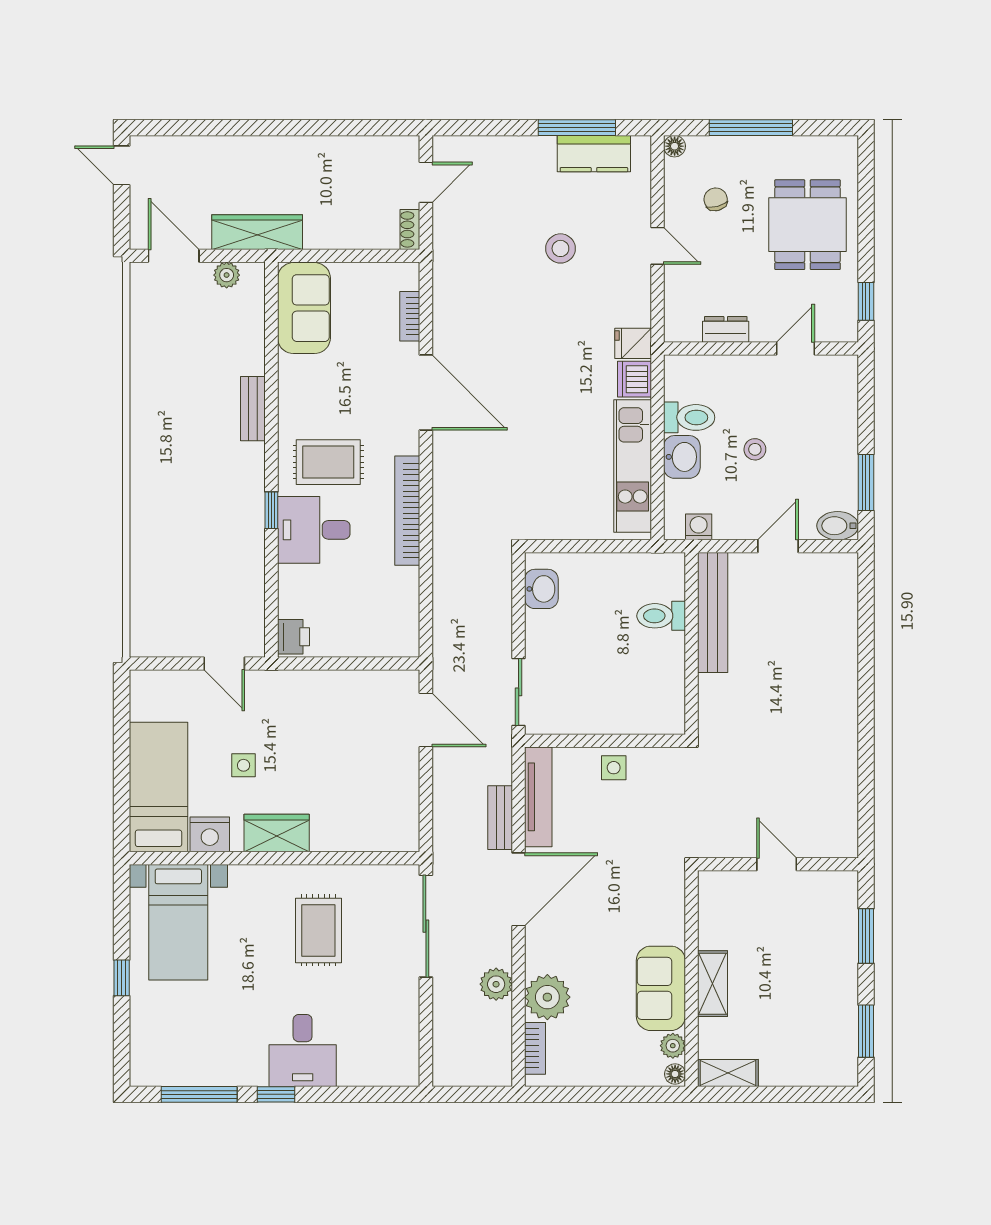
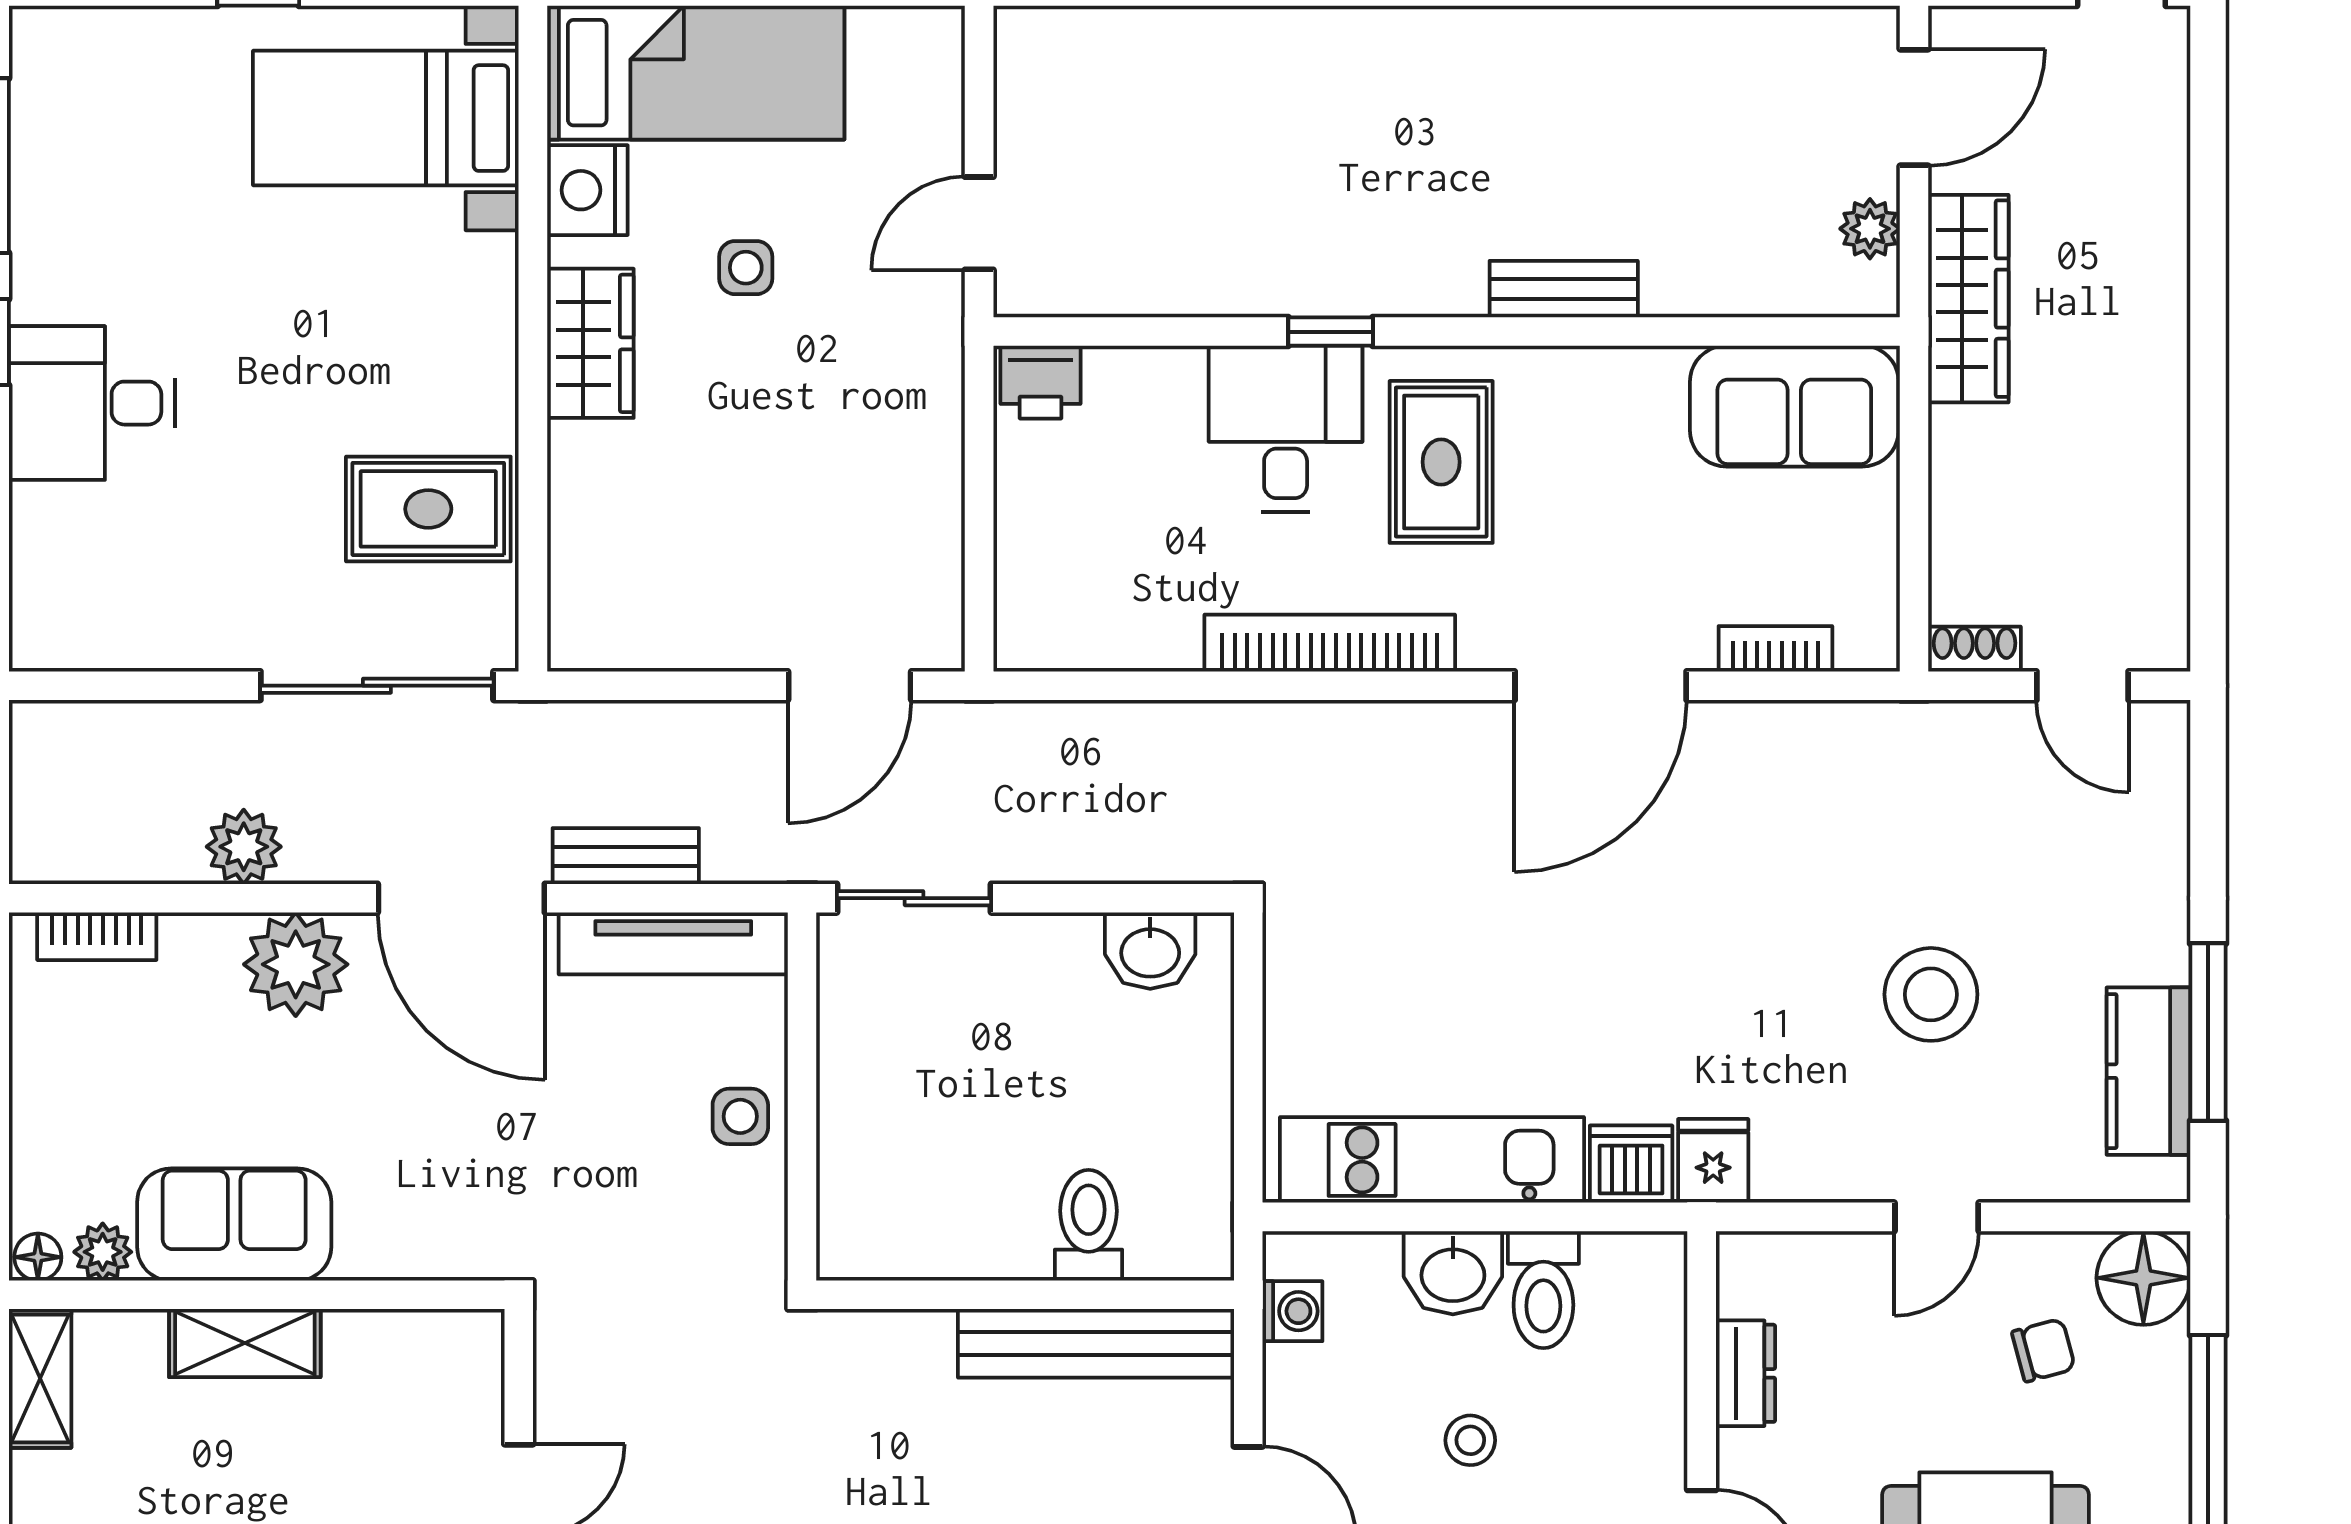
floor lamp: (675, 146) -> (2143, 1278), width x1.89, depth x1.89
stool: (560, 248) -> (1931, 994), width x1.38, depth x1.38
rug: (318, 930) -> (428, 509), moved
plant: (547, 997) -> (296, 964), moved

